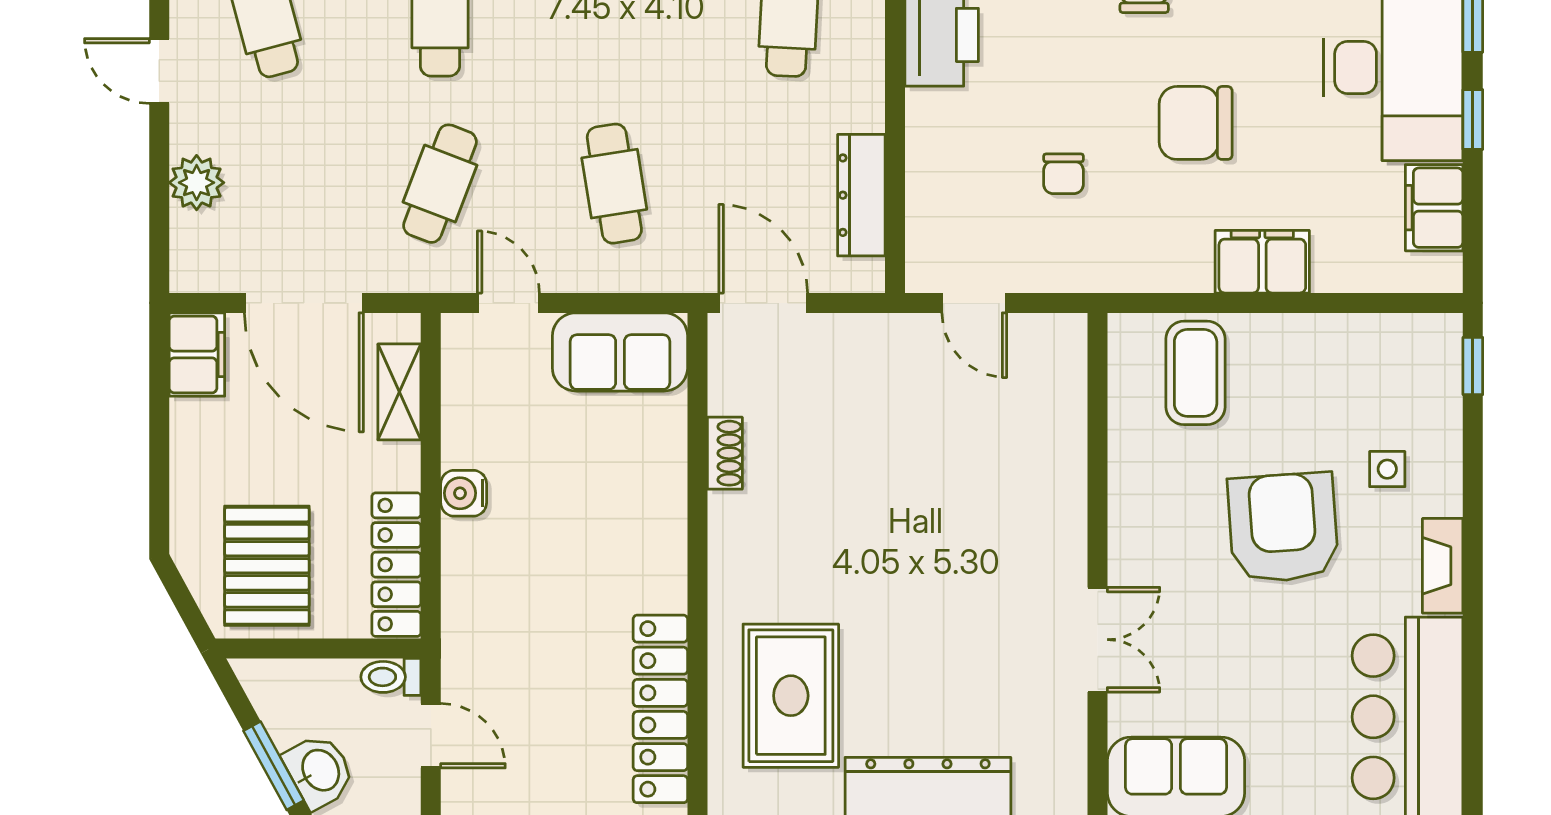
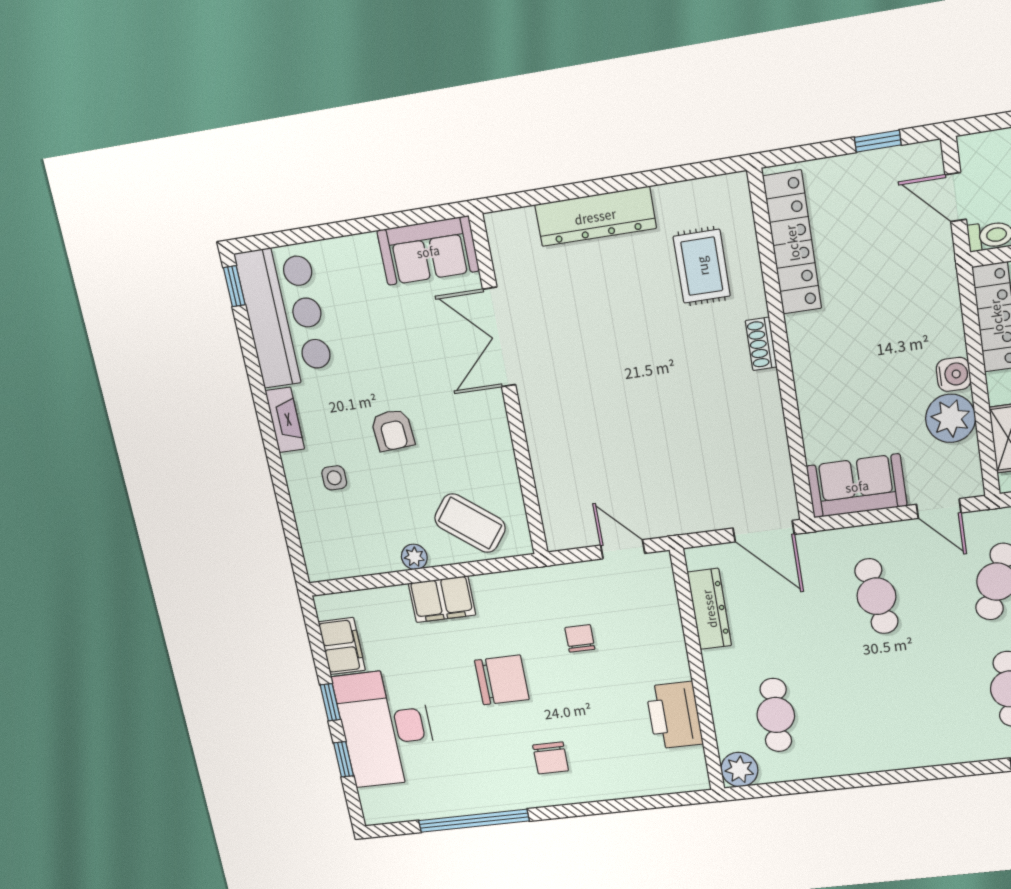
plant: (1291, 333) -> (414, 557), added
window: (1473, 366) -> (234, 286), moved
coffee table: (1196, 373) -> (470, 523), turned -52
plant: (476, 432) -> (951, 418), added
shoe rack: (725, 453) -> (761, 344), moved
armchair: (1283, 528) -> (393, 430), width x0.53, depth x0.53
double door: (1097, 640) -> (499, 337), width x1.37
rug: (791, 696) -> (702, 266), width x0.73, depth x0.70

